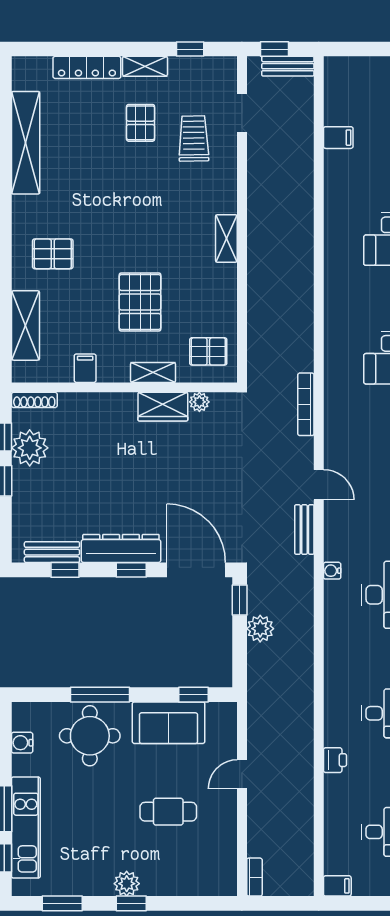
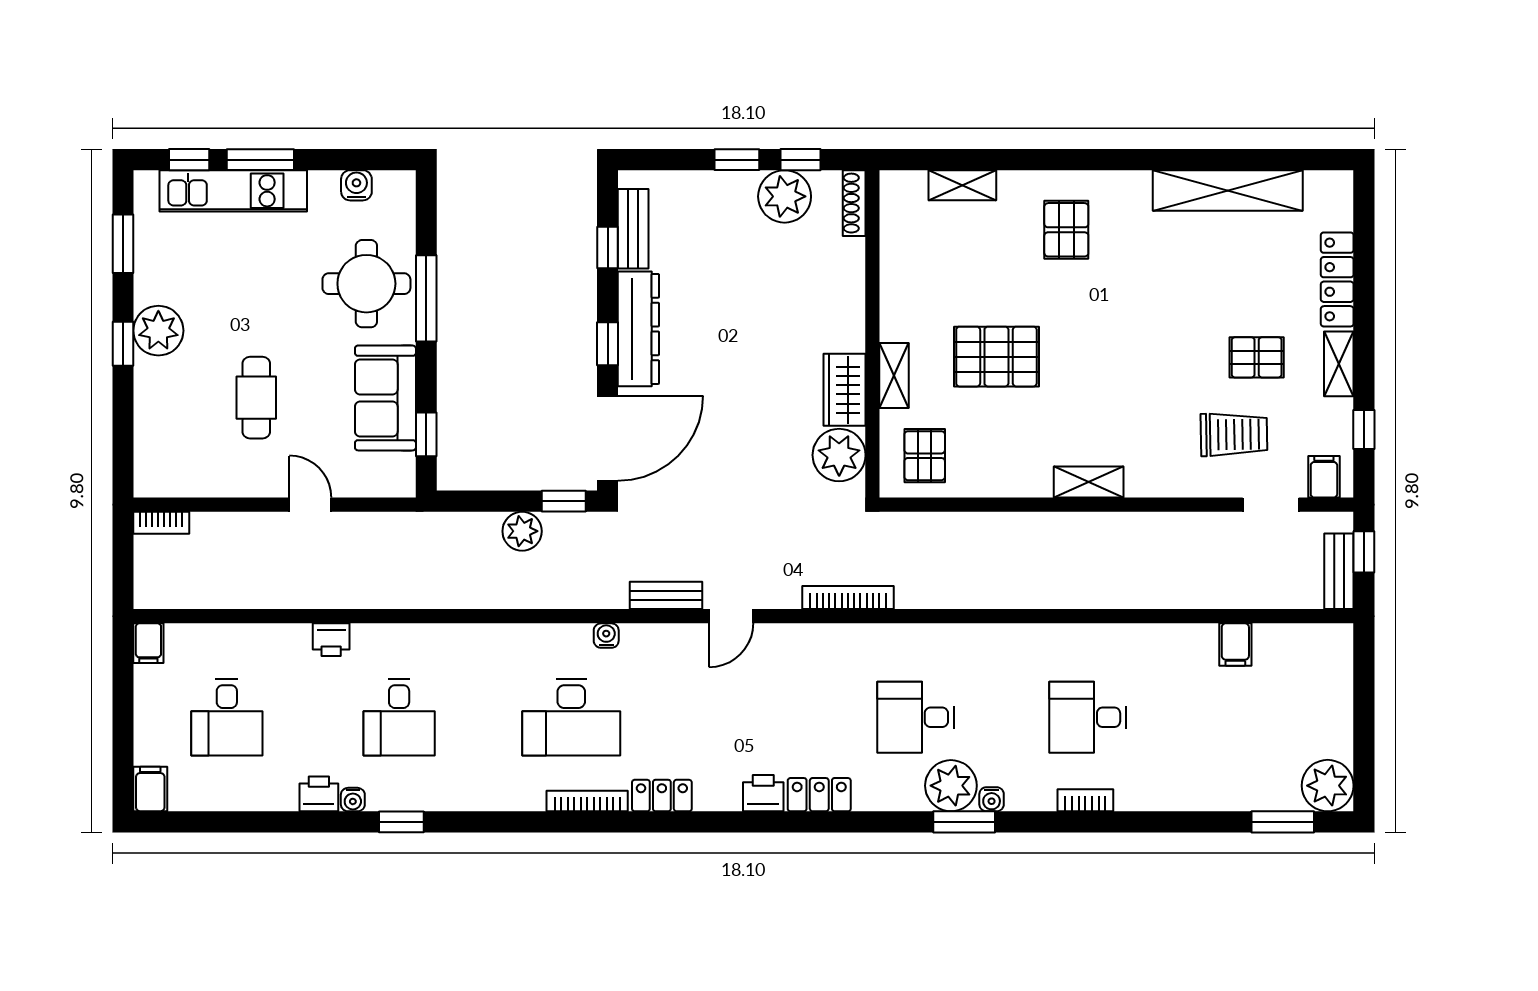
shelving: (25, 325) -> (962, 185), width x0.67, depth x0.75
filing cabinet: (85, 368) -> (1324, 477), moved, turned -90
plant: (199, 402) -> (839, 455), width x1.87, depth x1.87
plant: (127, 884) -> (158, 331), width x1.36, depth x1.36

